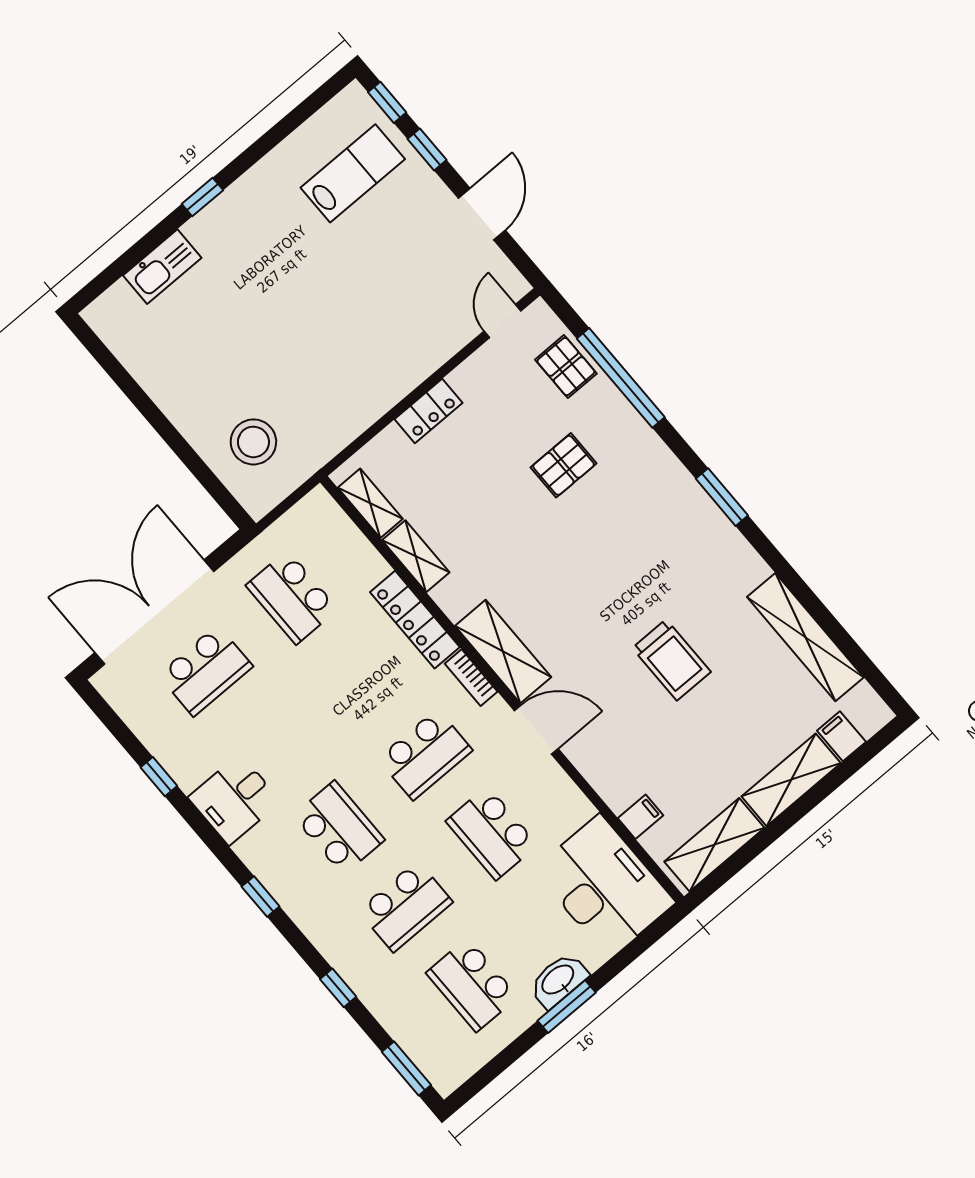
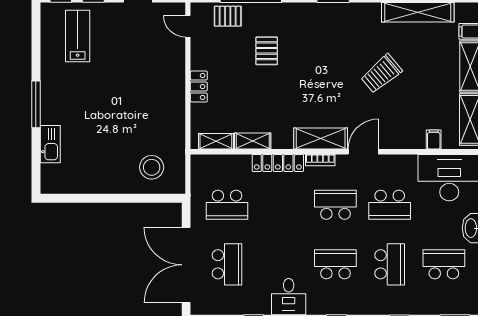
window: (202, 197) -> (36, 104), width x2.17
trolley: (671, 660) -> (381, 74), turned 140
school desk: (425, 754) -> (335, 205), turned -90
school desk: (472, 985) -> (444, 264), turned 180

